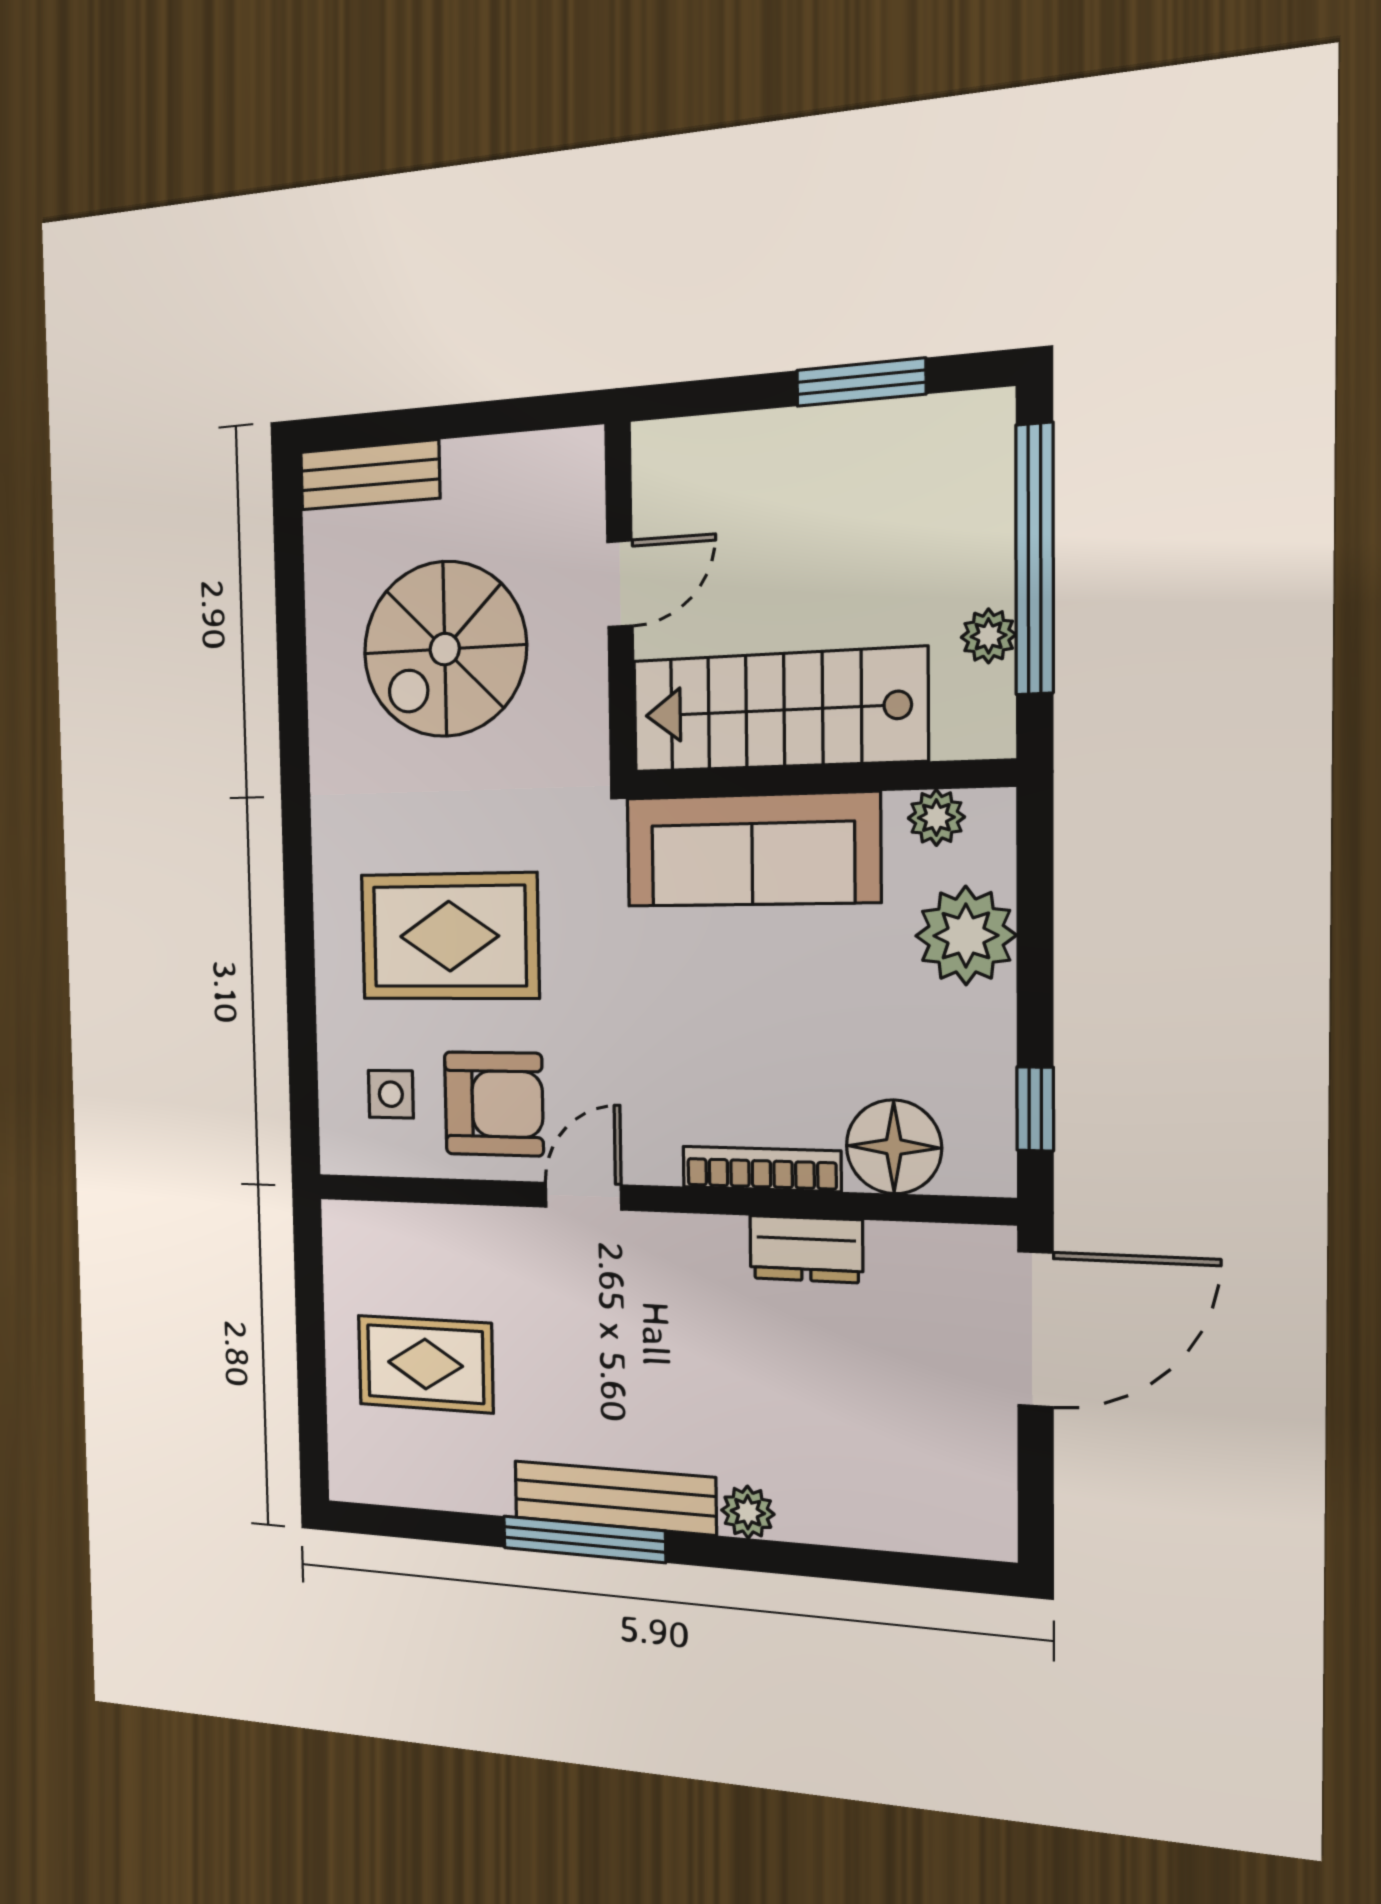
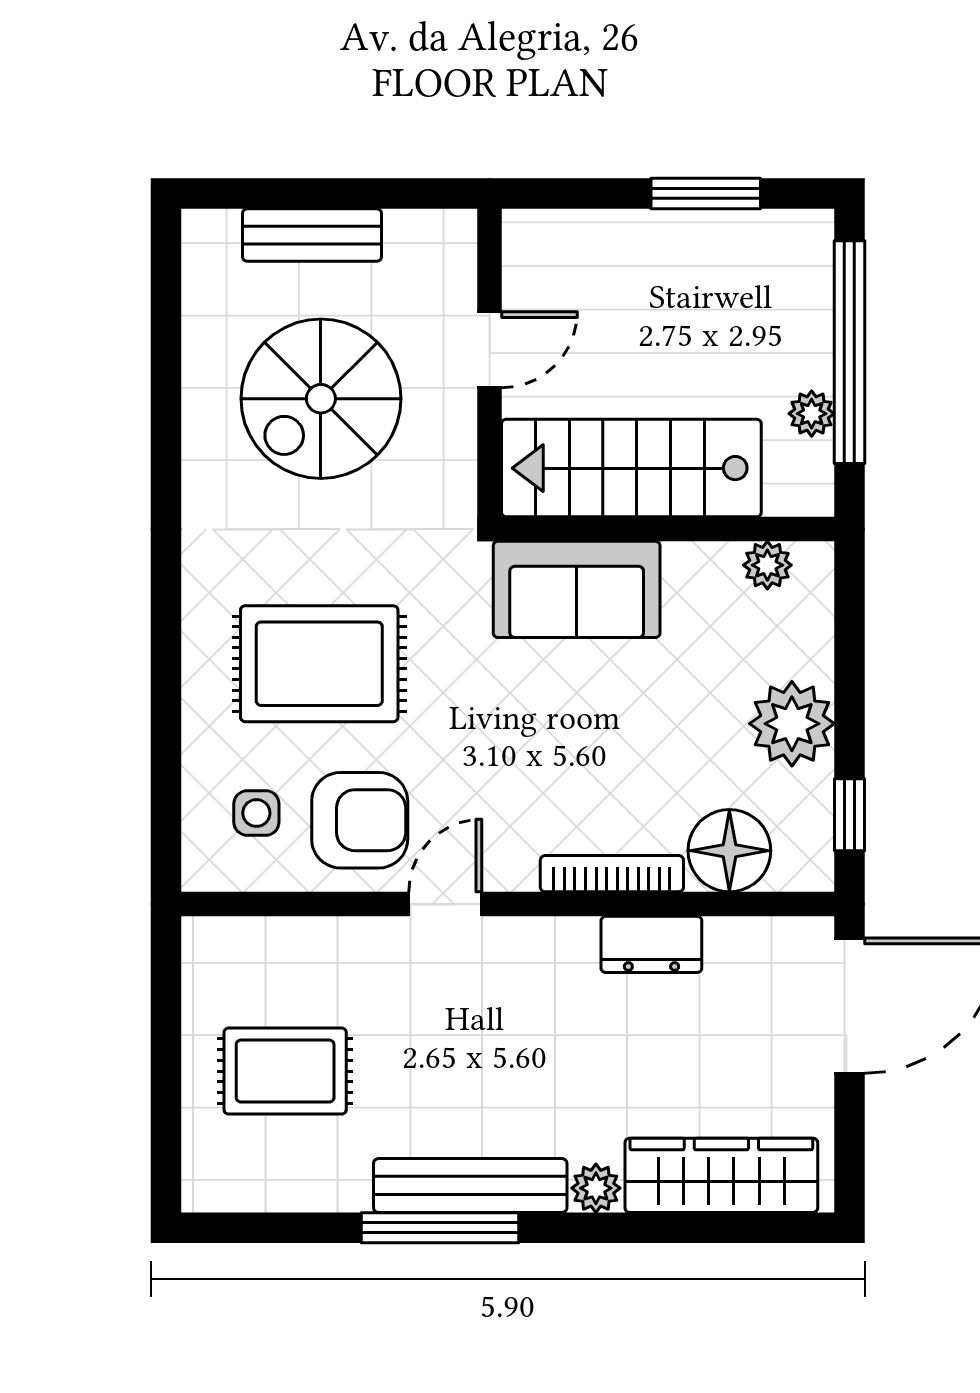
bench: (370, 475) -> (312, 235), moved
sofa: (752, 850) -> (577, 589), width x0.73
plant: (966, 936) -> (792, 724), moved
wardrobe: (887, 1510) -> (721, 1175), added

